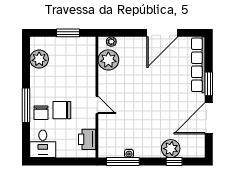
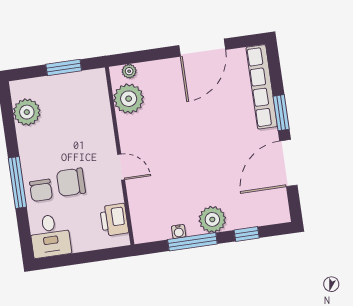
plant: (171, 149) -> (212, 219), moved
window: (123, 162) -> (192, 242), moved

